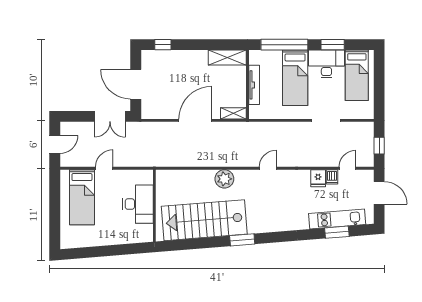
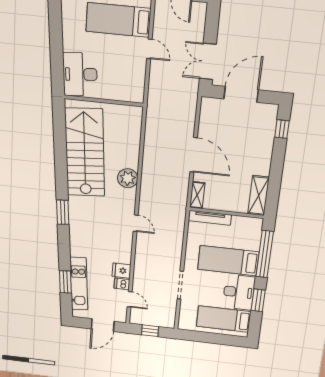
tv unit: (254, 85) -> (210, 218), moved
desk: (138, 204) -> (80, 74), moved, turned 85
window: (242, 240) -> (63, 212), moved

